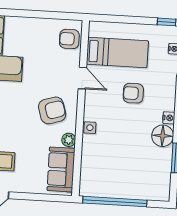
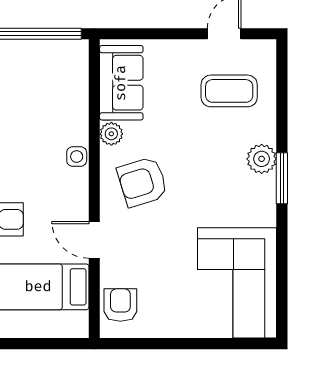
armchair: (69, 39) -> (120, 305), turned -90

